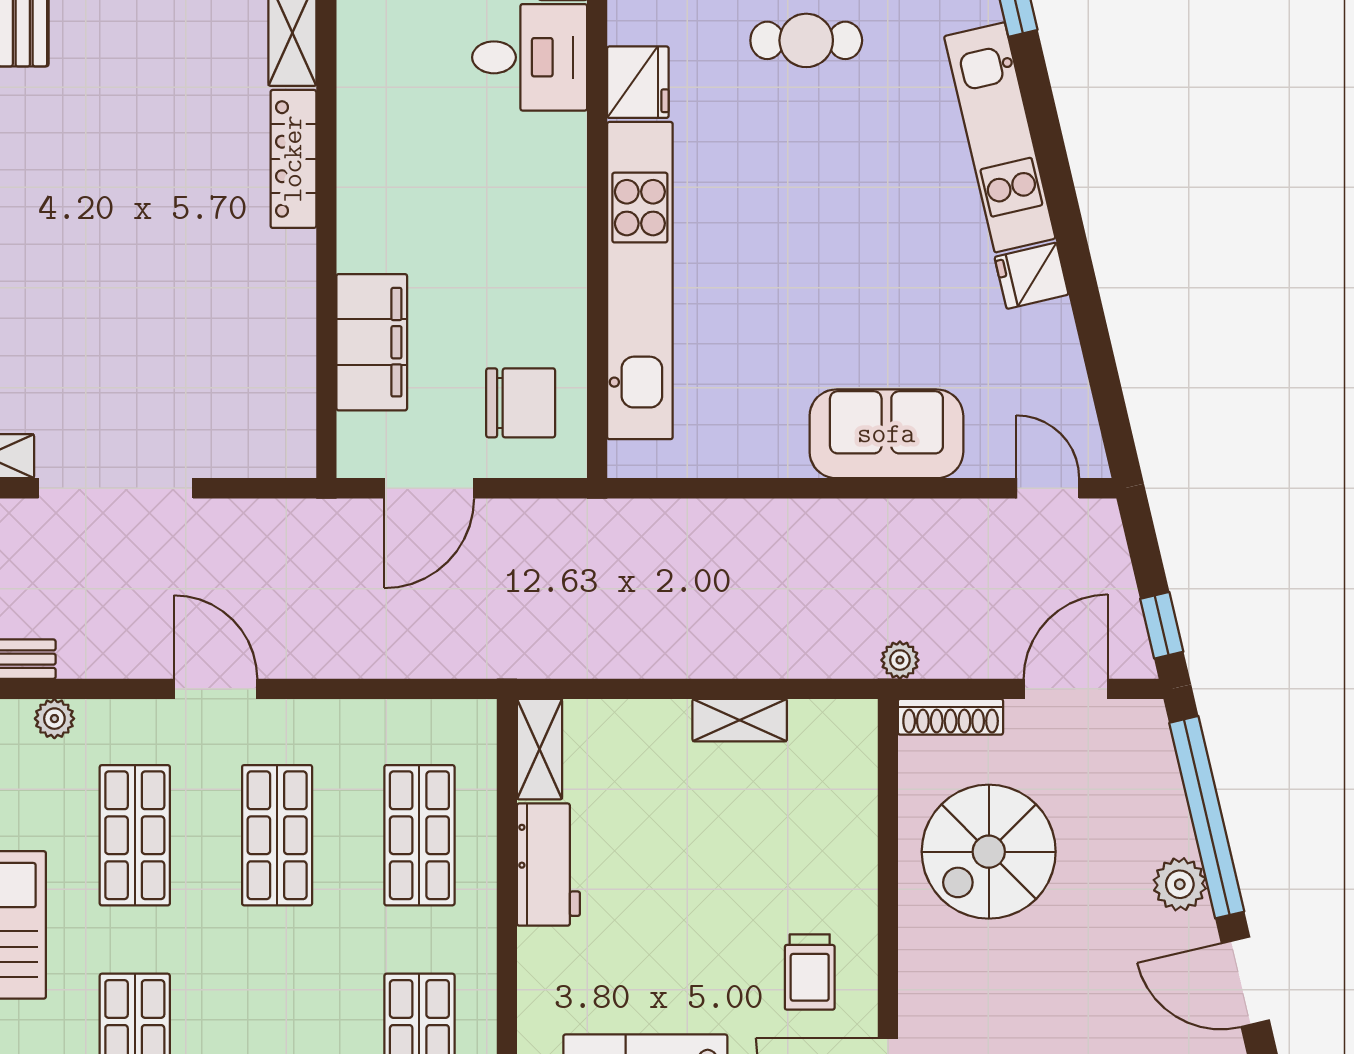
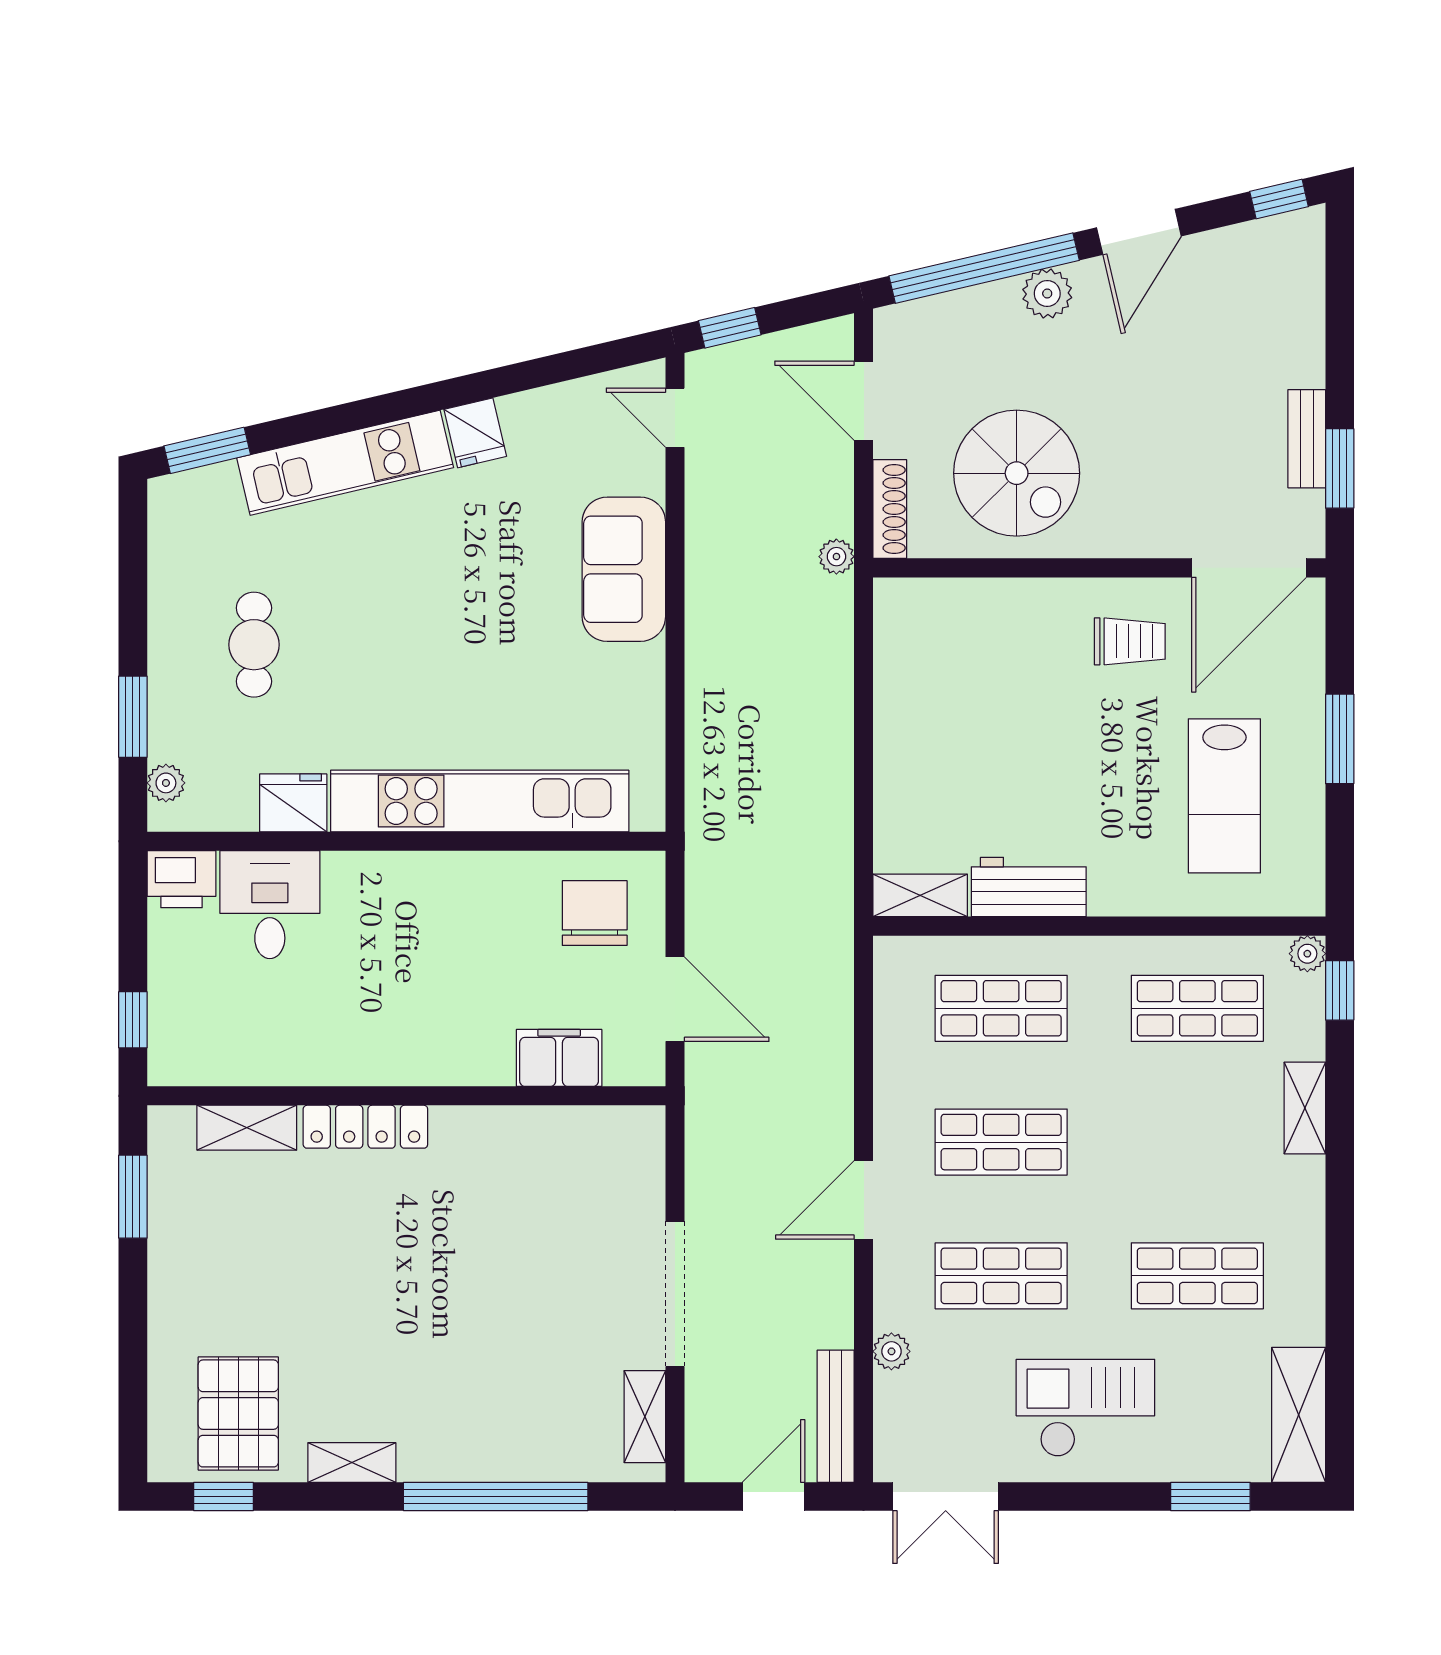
filing cabinet: (372, 342) -> (559, 1058), width x0.67, depth x0.86
door: (1048, 488) -> (675, 418), hinge flipped
window: (1162, 625) -> (730, 328), moved
shelving: (740, 720) -> (893, 707), removed

